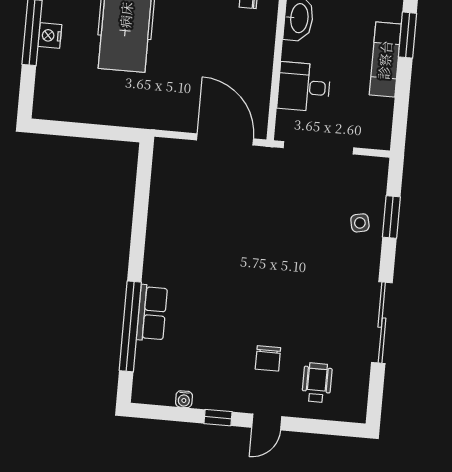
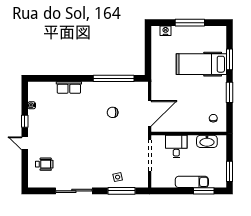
nightstand: (50, 36) -> (166, 31), moved
window: (391, 217) -> (122, 191), width x1.44
window: (130, 326) -> (114, 78), moved
chair: (268, 358) -> (113, 112), moved

